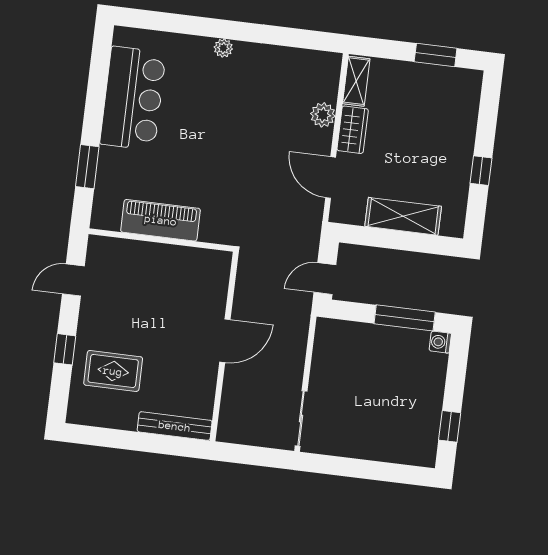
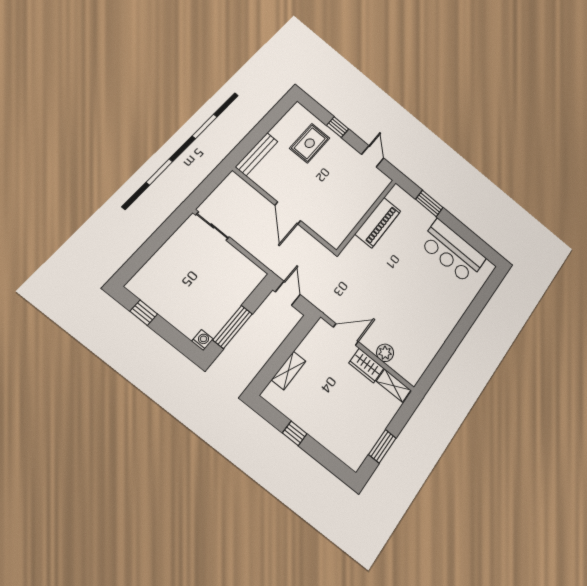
plant: (223, 48) -> (454, 318), removed
shelving: (403, 216) -> (289, 370), width x0.67, depth x0.75

